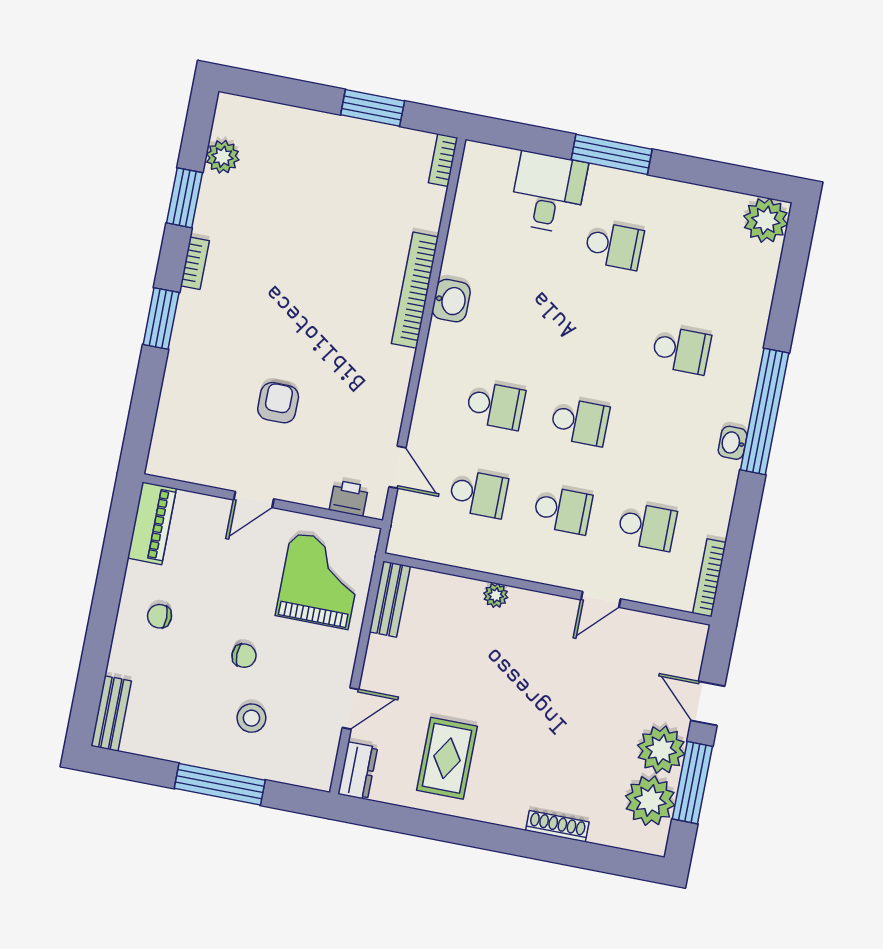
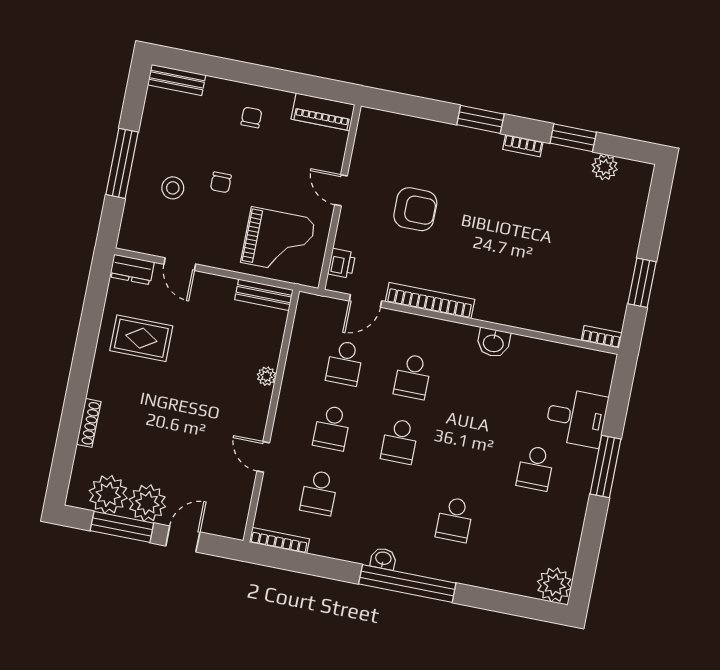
bookcase: (415, 290) -> (430, 301), moved
armchair: (278, 403) -> (415, 209), width x1.38, depth x1.38

